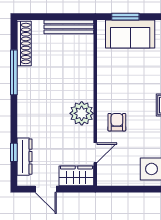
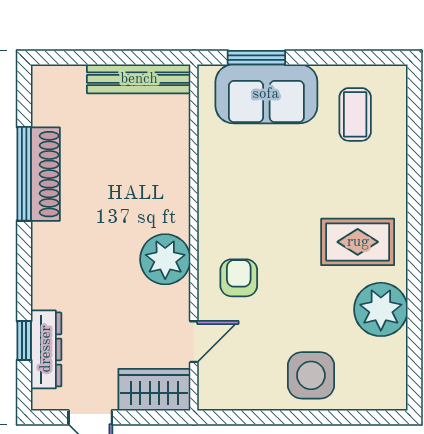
shoe rack: (24, 43) -> (45, 174), moved

